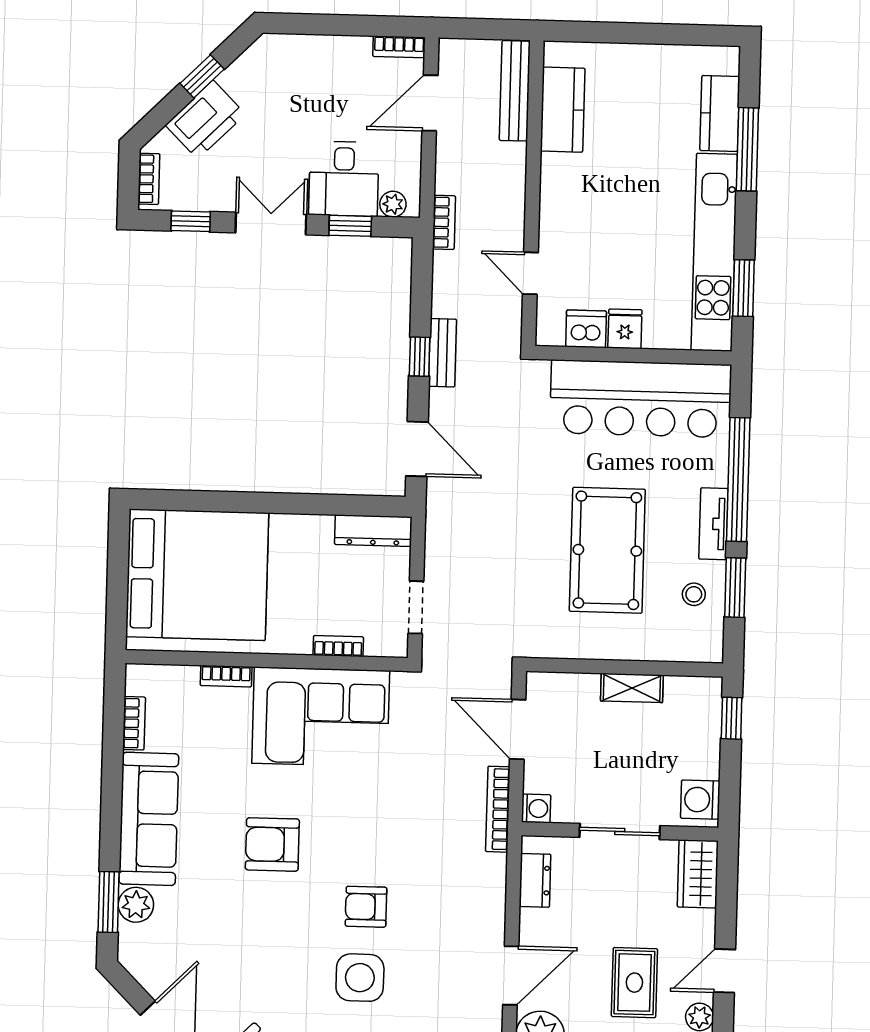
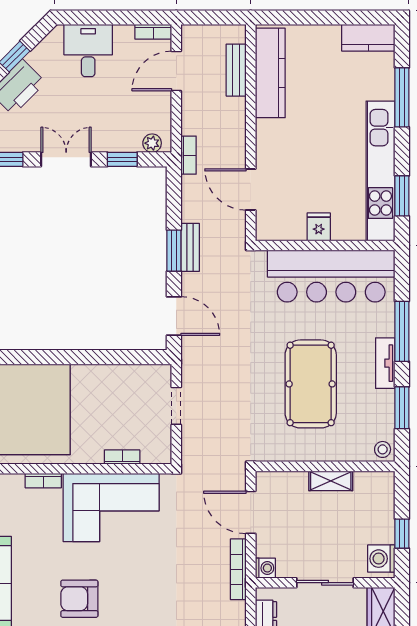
bench: (515, 91) -> (236, 70), width x0.73
kitchen counter: (563, 110) -> (270, 73), width x1.50
kitchen counter: (720, 113) -> (368, 38), moved, turned -90
desk: (344, 179) -> (88, 51), moved, turned 180
door: (530, 273) -> (251, 189), width x1.38
dishwasher: (586, 329) -> (291, 228), removed
window: (420, 357) -> (174, 251), width x1.50
window: (738, 480) -> (402, 331), width x0.68
dresser: (373, 531) -> (145, 375), removed
stool: (694, 594) -> (383, 449), moved
doorway: (416, 607) -> (176, 406), moved
window: (732, 718) -> (402, 534), moved

